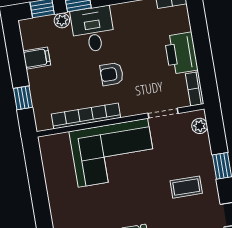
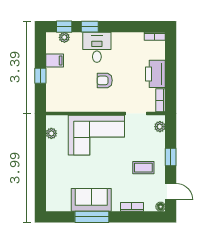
plant: (62, 20) -> (64, 37), moved
window: (23, 98) -> (40, 76), moved
bookcase: (86, 116) -> (82, 107), removed
plant: (49, 161) -> (51, 133), added

